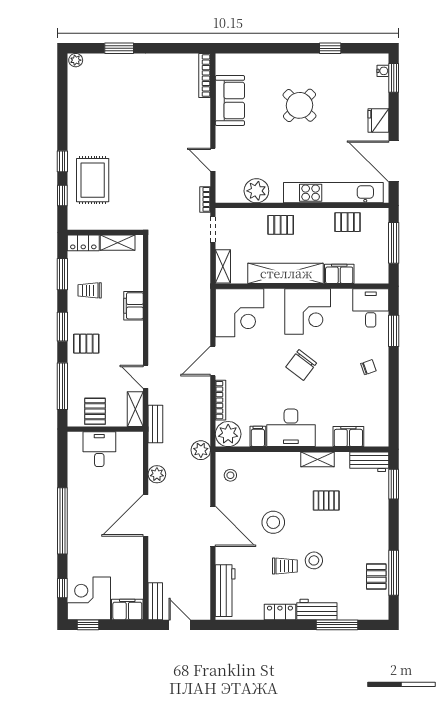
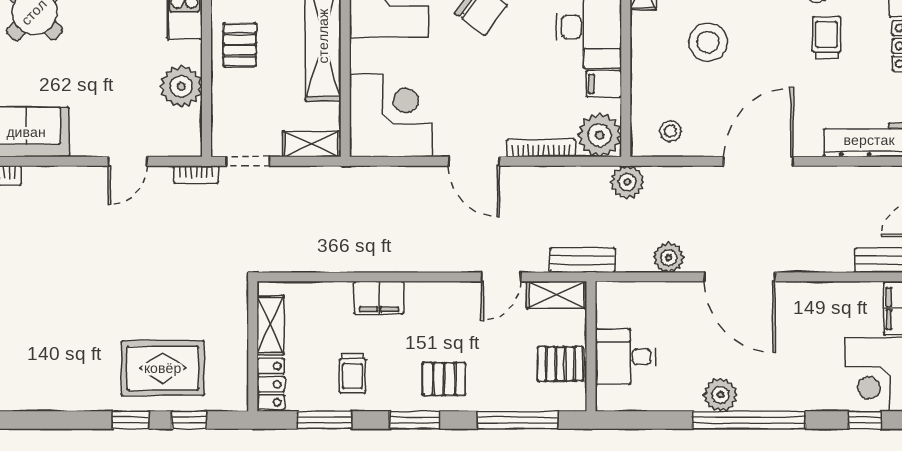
pallet: (86, 344) -> (444, 379), turned 90
plant: (77, 504) -> (721, 395), added
stool: (273, 522) -> (708, 42), moved

